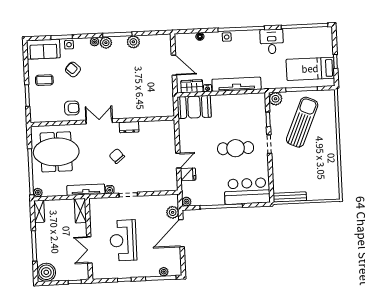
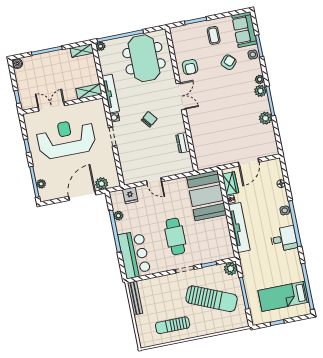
desk: (272, 41) -> (284, 239), moved
bed: (310, 69) -> (283, 296), moved, turned -90
booth: (194, 107) -> (206, 196), width x1.36, depth x1.42
dresser: (129, 127) -> (183, 143), moved
sun lounger: (322, 164) -> (173, 325), added
fridge: (188, 174) -> (130, 195), moved
plant: (186, 202) -> (118, 216), moved
door: (182, 233) -> (82, 196), hinge flipped
reception desk: (123, 240) -> (66, 139), width x1.36, depth x1.30
boiler: (46, 272) -> (17, 64), width x0.54, depth x0.54

